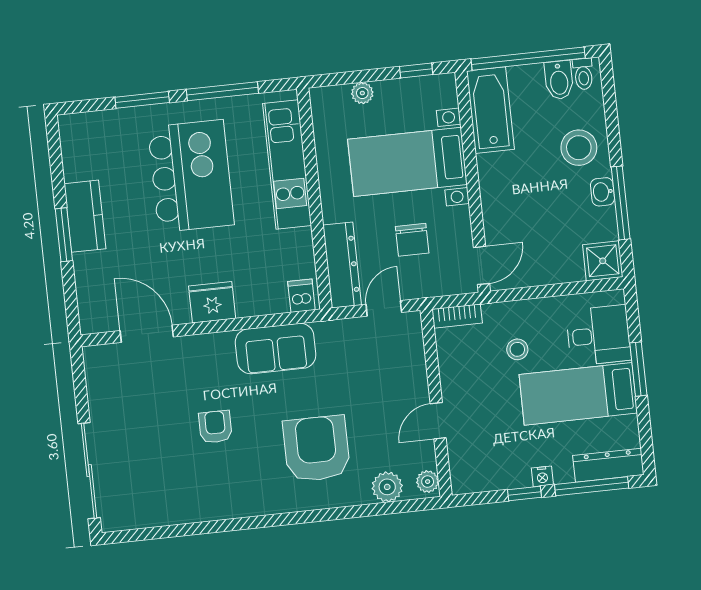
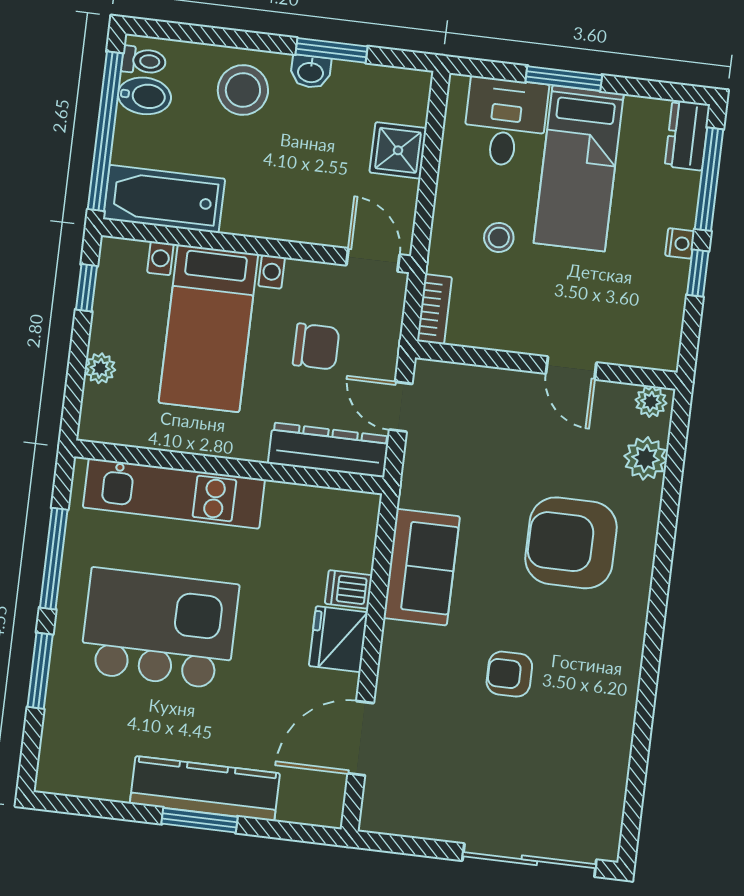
window: (621, 203) -> (332, 50), width x0.69
kitchen counter: (85, 216) -> (205, 789), width x1.50
shower: (603, 261) -> (398, 150), moved
dishwasher: (301, 296) -> (349, 589), moved
dresser: (608, 465) -> (687, 135), width x0.70

